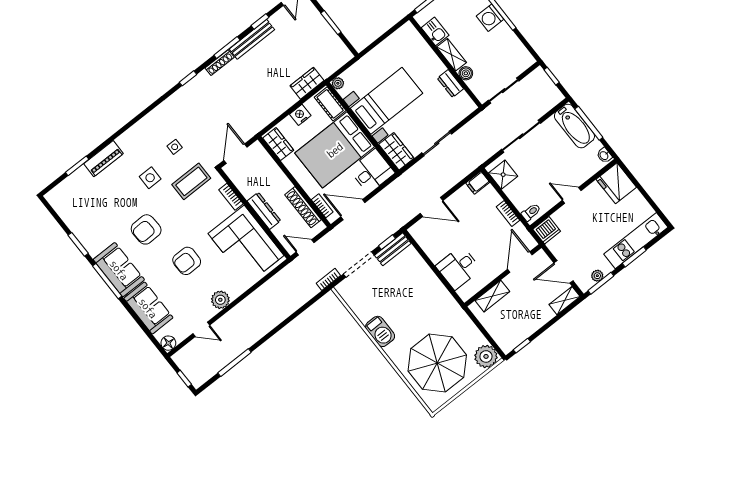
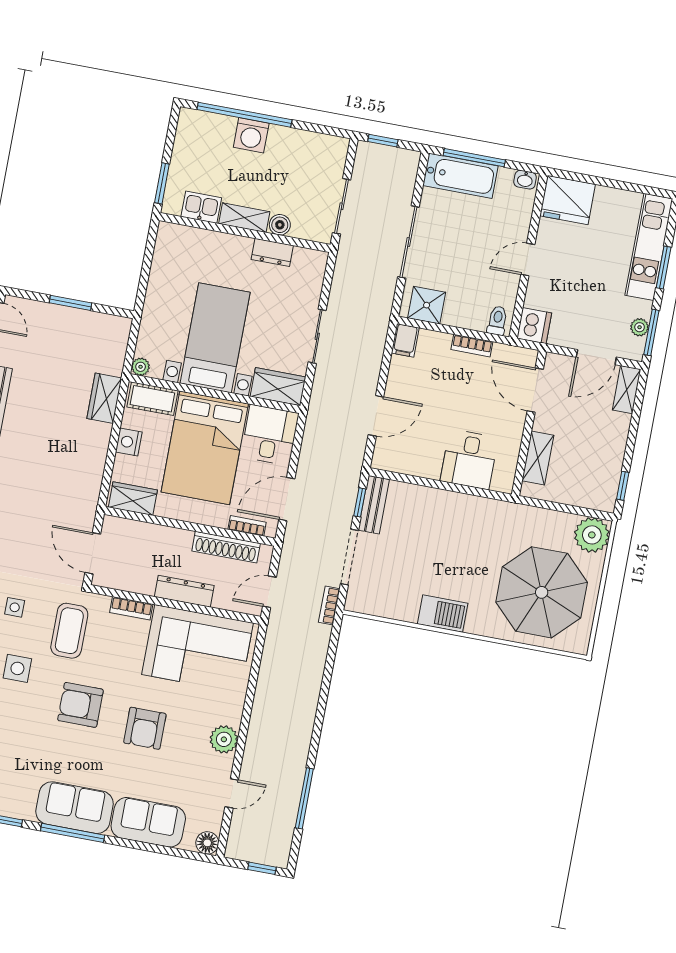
armchair: (146, 229) -> (80, 705), moved, turned 92

